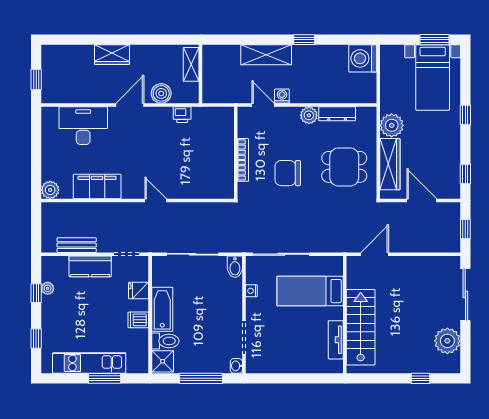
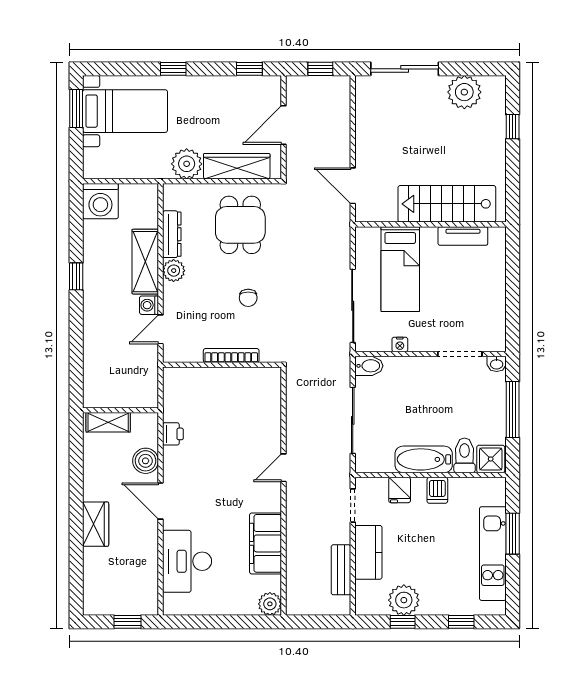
shelving: (266, 55) -> (145, 262), moved
chair: (288, 173) -> (248, 298), width x0.54, depth x0.54
plant: (48, 288) -> (404, 600), width x1.87, depth x1.87

